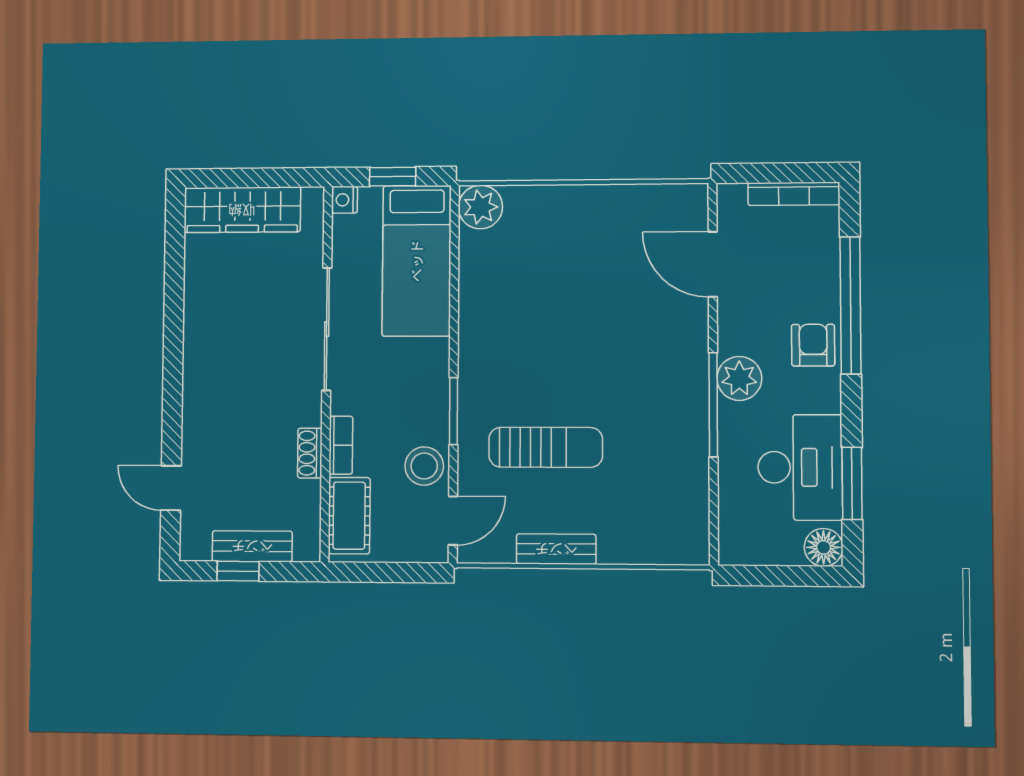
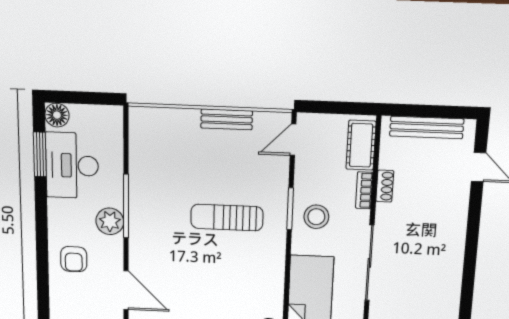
window: (850, 305) -> (42, 262), removed
armchair: (813, 345) -> (74, 259), moved
sun lounger: (546, 447) -> (227, 218), moved
stool: (424, 466) -> (316, 217), moved
bench: (252, 546) -> (427, 127), width x1.36
window: (238, 571) -> (437, 112), removed

